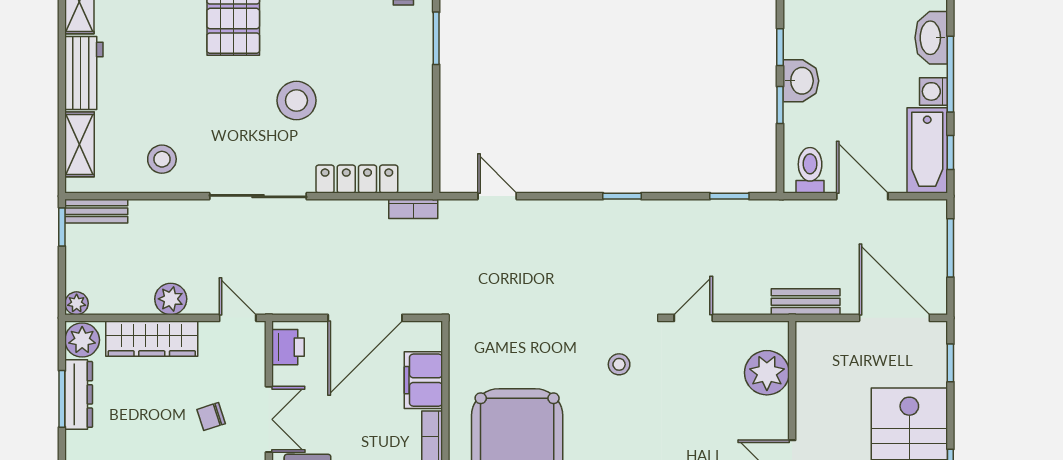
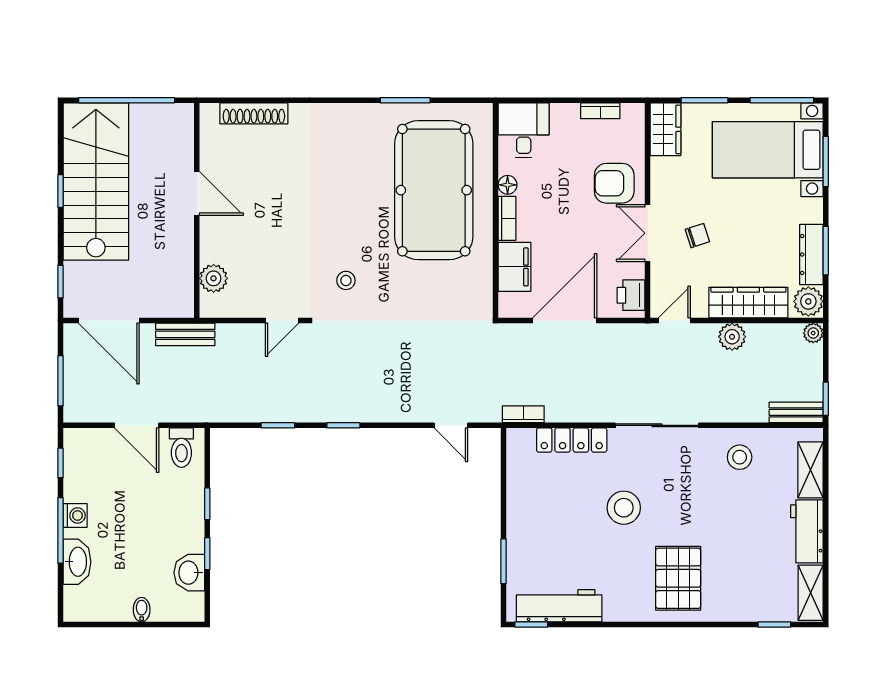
washbasin: (801, 81) -> (189, 573), moved
bathtub: (927, 150) -> (80, 465), removed
window: (729, 196) -> (278, 425), moved
door: (238, 318) -> (674, 320), swing flipped
plant: (767, 373) -> (214, 278), width x0.73, depth x0.73

